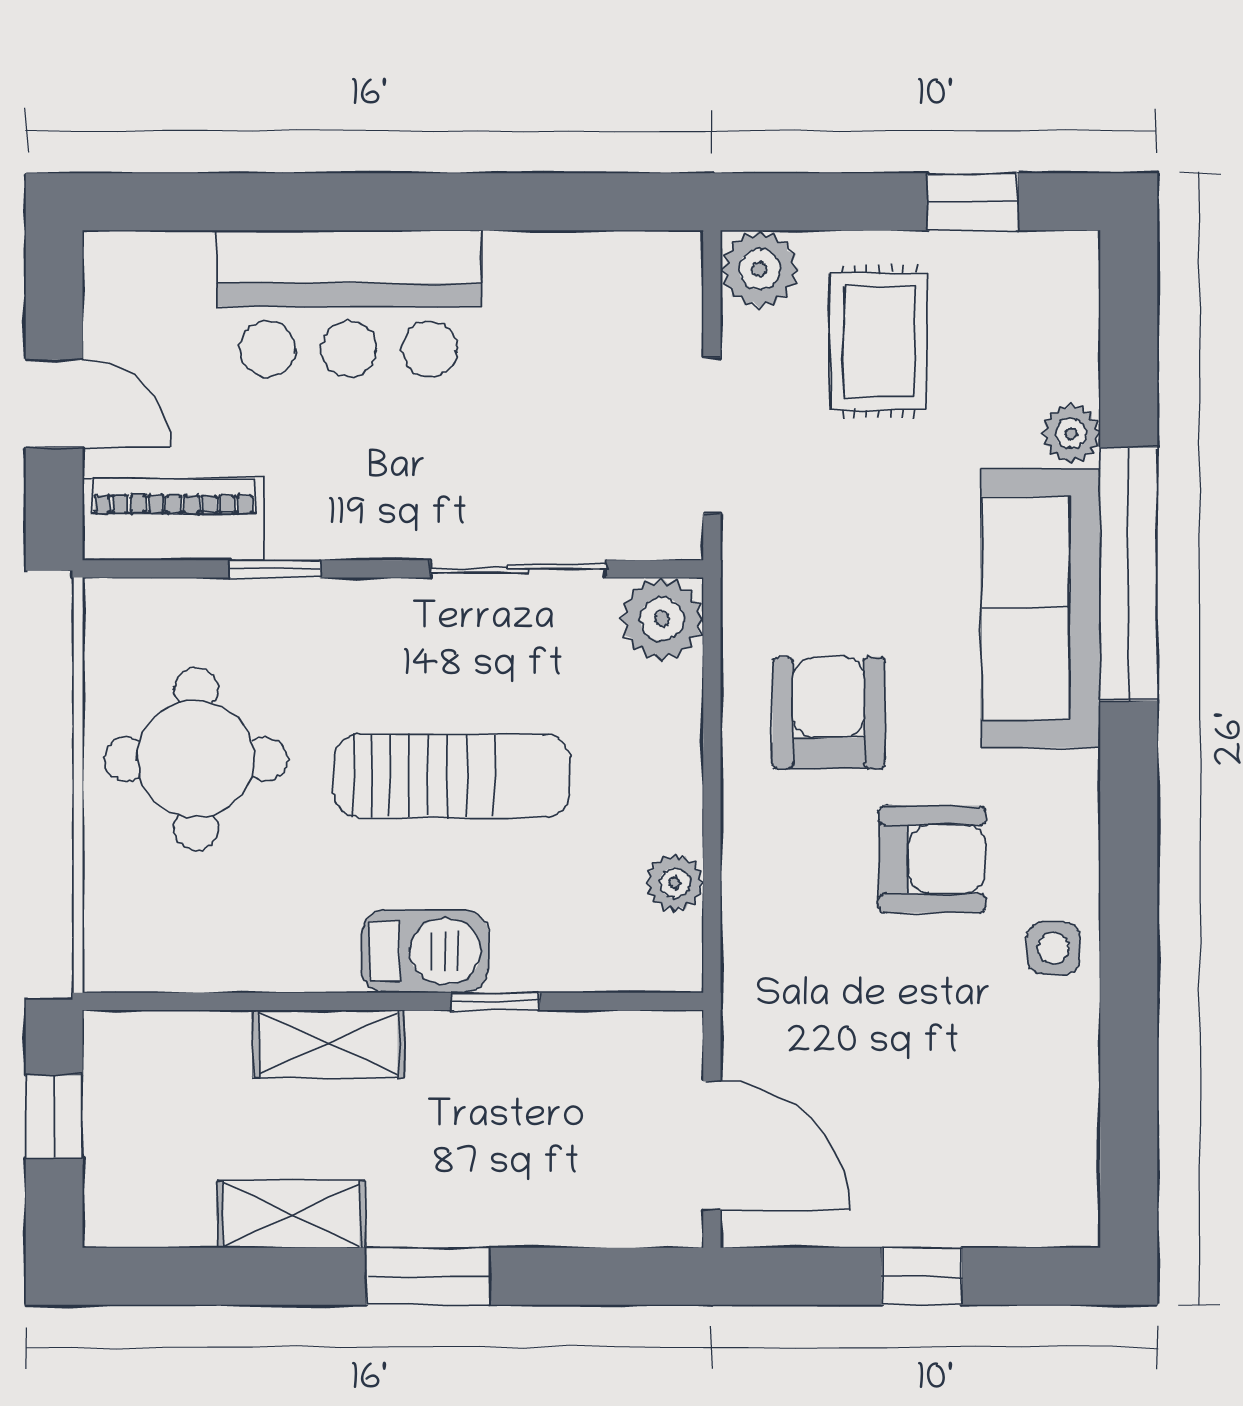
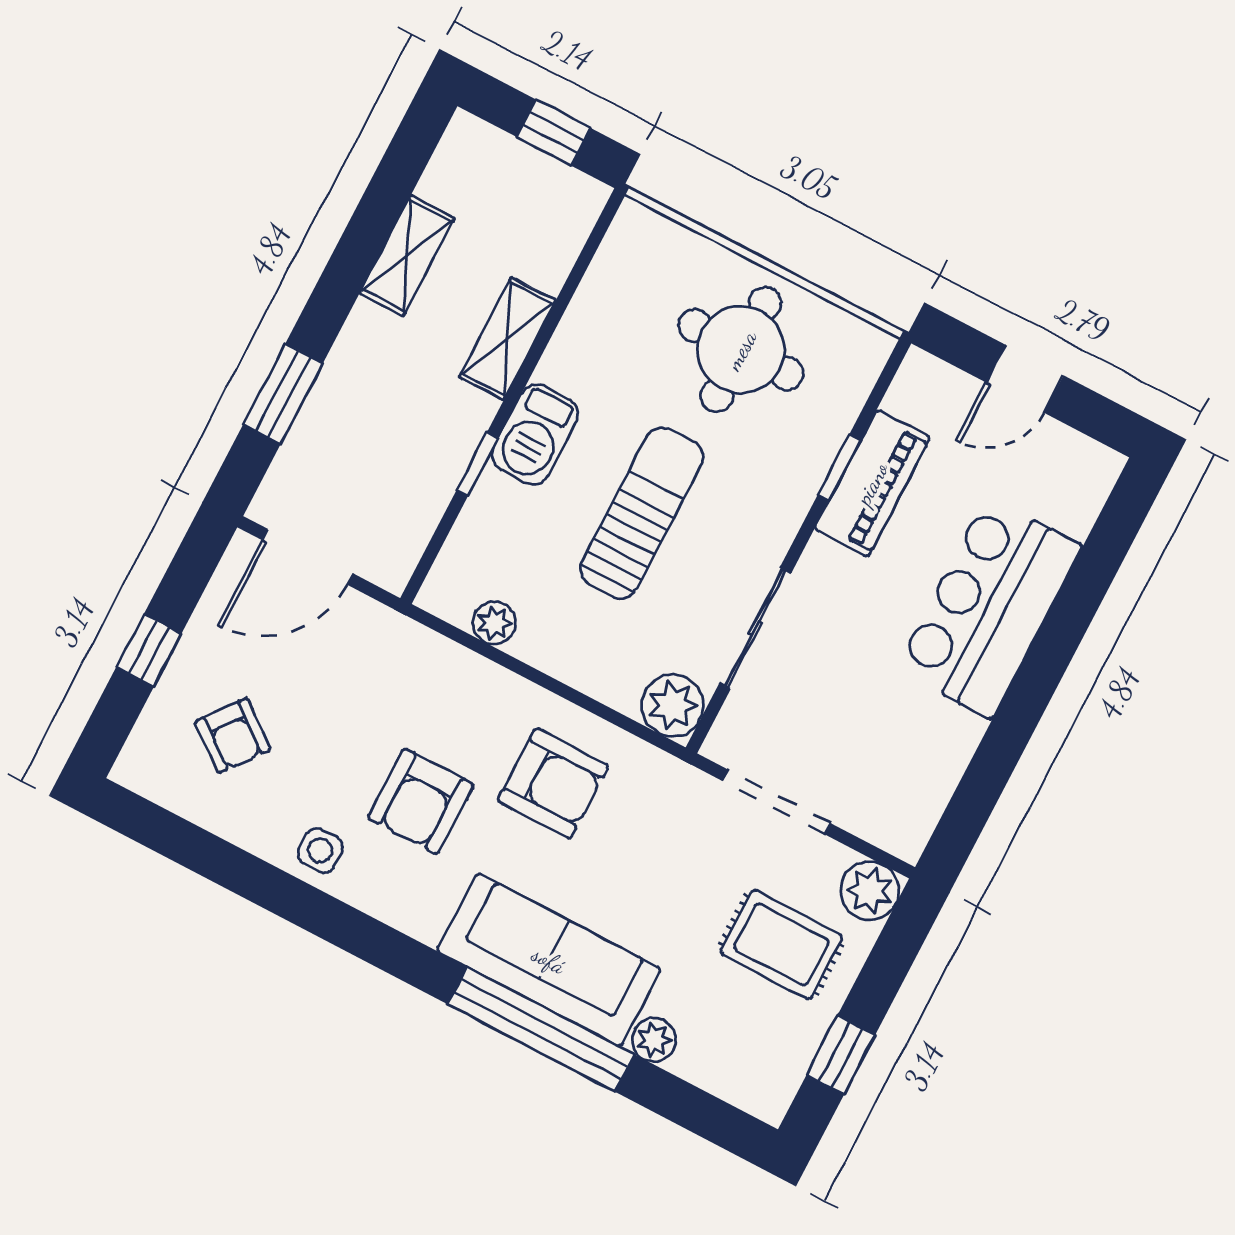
piano: (174, 520) -> (872, 483), moved
sun lounger: (452, 776) -> (642, 513), turned 180
armchair: (971, 1124) -> (233, 735), added
window: (428, 1276) -> (283, 394), moved

